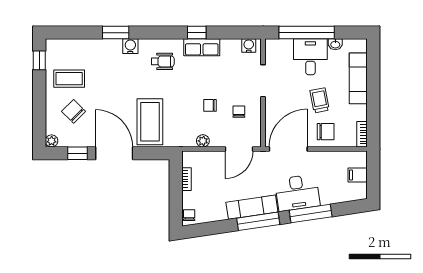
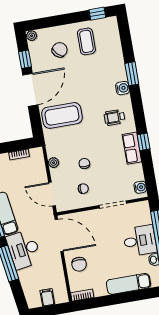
wheelchair: (163, 61) -> (114, 117), turned 90
trolley: (320, 100) -> (105, 255), removed

